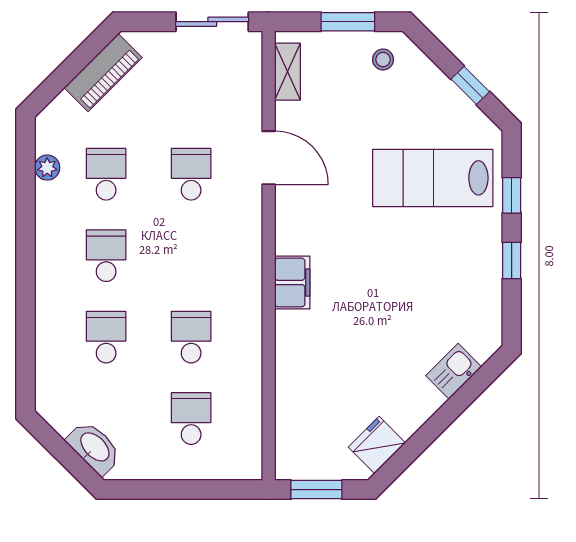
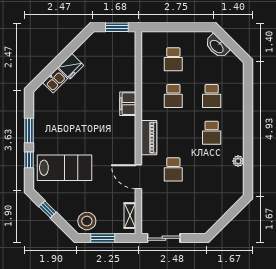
stool: (383, 60) -> (87, 221), width x1.89, depth x1.89
piano: (103, 73) -> (149, 138), moved, turned 135
plant: (47, 168) -> (238, 161), moved
school desk: (106, 174) -> (212, 169), removed
window: (512, 261) -> (29, 131), width x1.50
filing cabinet: (292, 282) -> (128, 104), moved
fridge: (377, 445) -> (71, 66), moved

